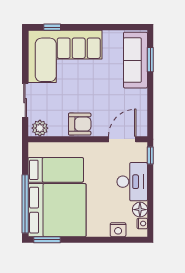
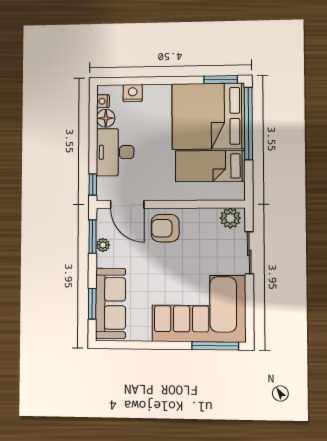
window: (52, 27) -> (215, 346), width x2.17
plant: (142, 107) -> (103, 245), added
window: (150, 113) -> (93, 237), added
armchair: (80, 124) -> (165, 228), moved
door: (122, 139) -> (127, 205), hinge flipped

